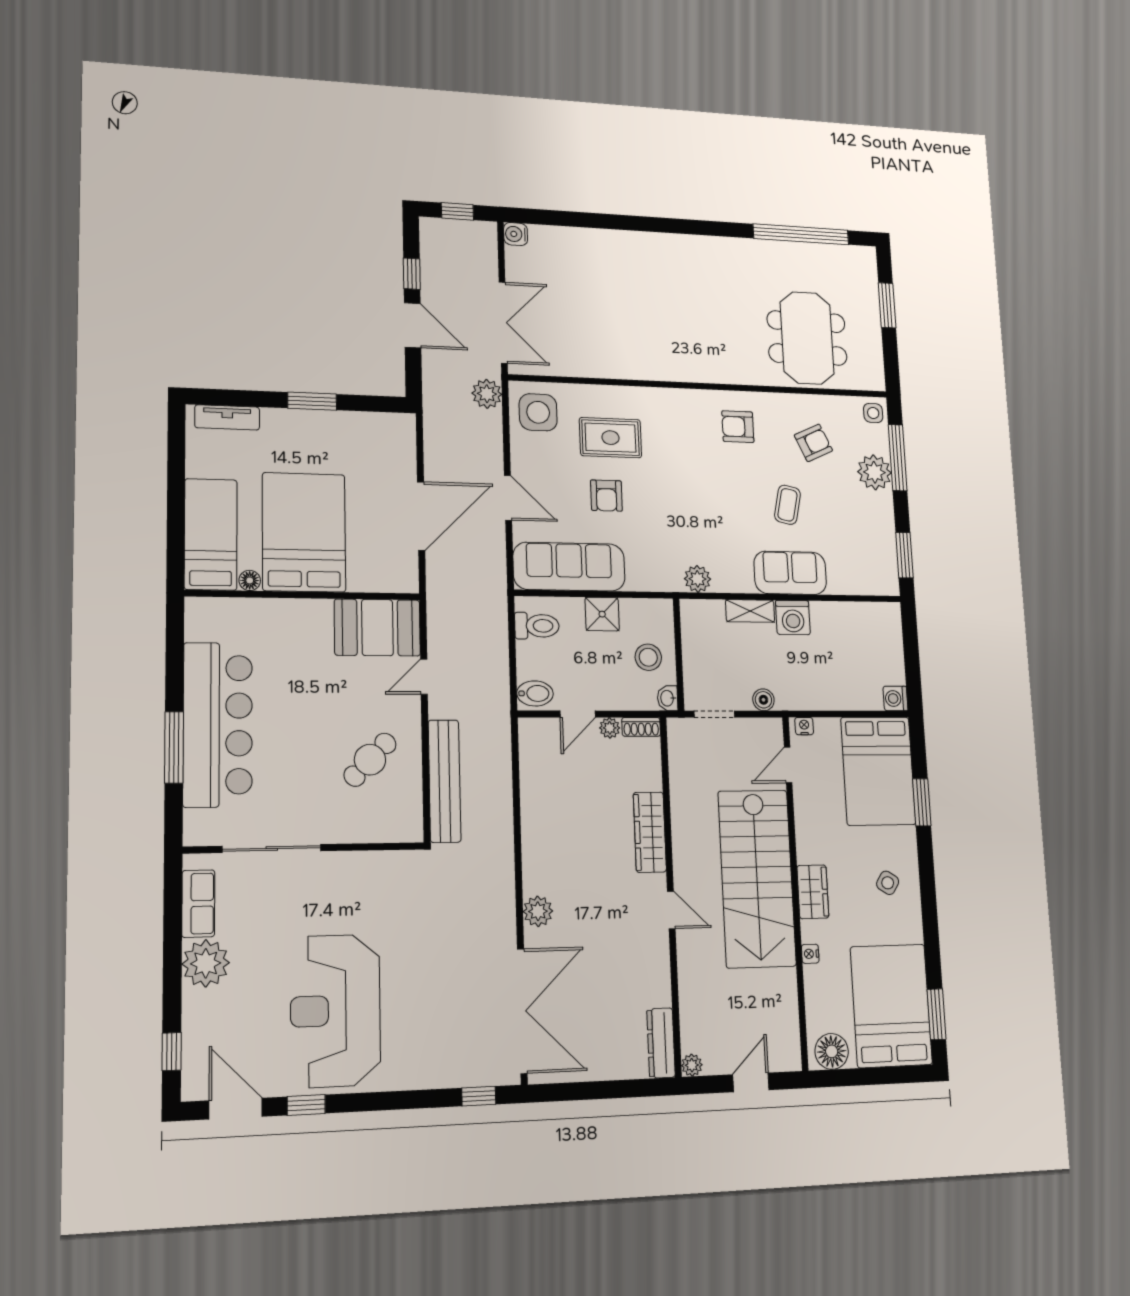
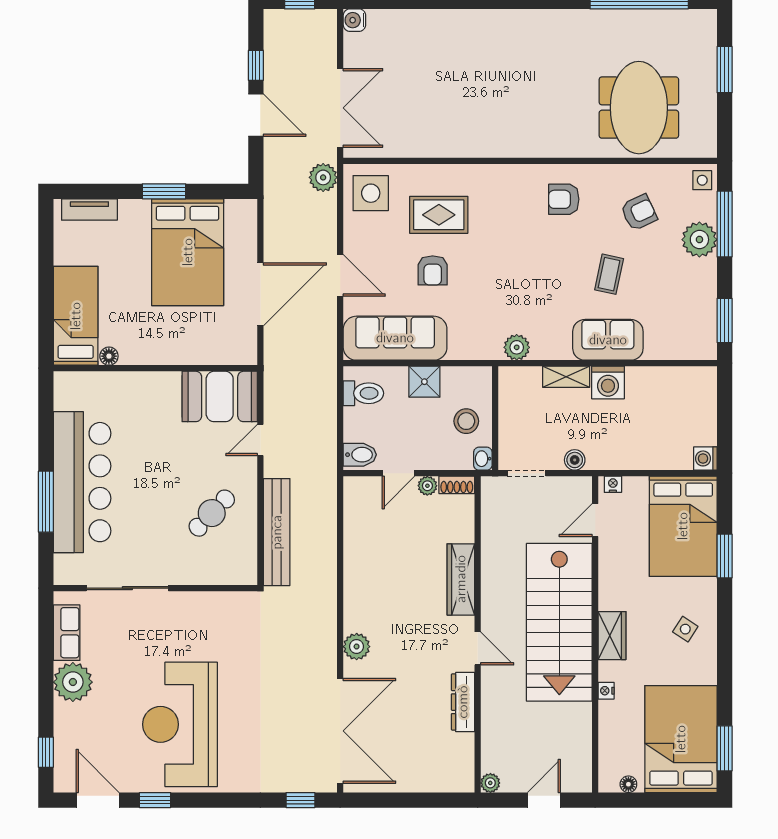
bed: (304, 532) -> (188, 252), moved, turned 180
dresser: (661, 1043) -> (463, 702), moved
floor lamp: (832, 1051) -> (628, 784), width x0.53, depth x0.53

